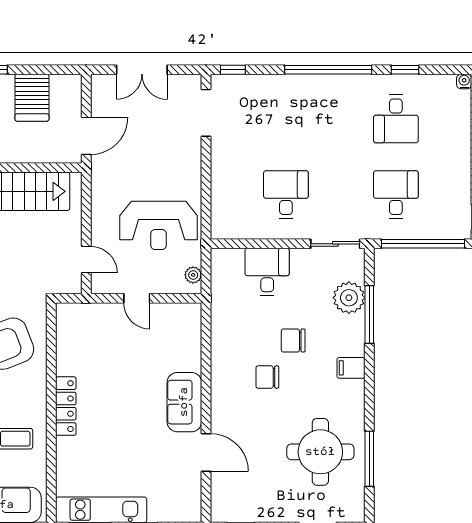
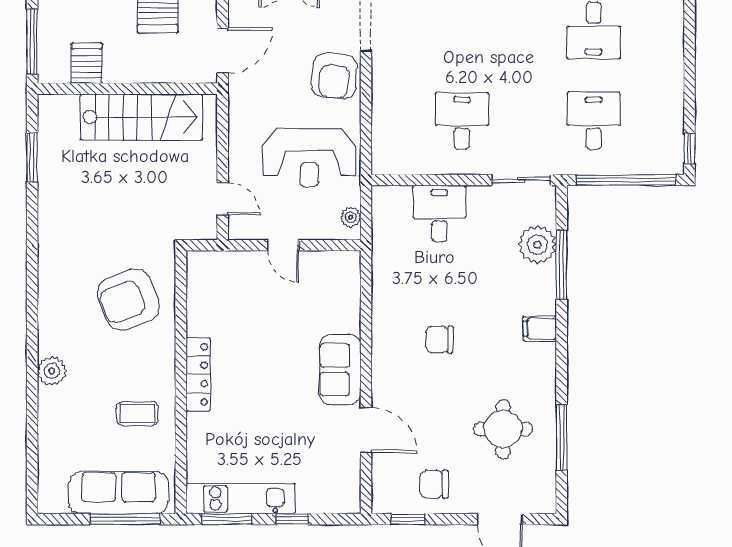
armchair: (180, 157) -> (334, 76), added
chair: (293, 340) -> (434, 484), moved
round table: (320, 452) -> (503, 429), width x0.73, depth x0.73

